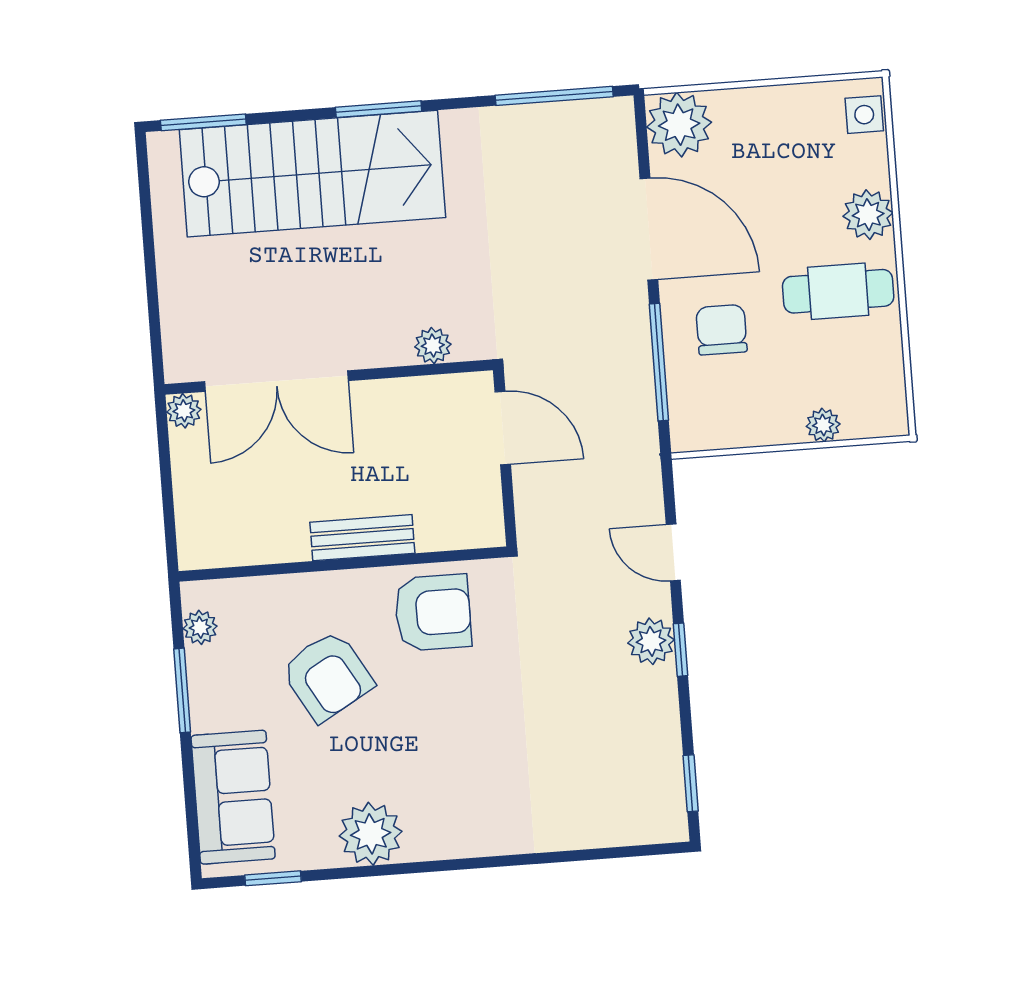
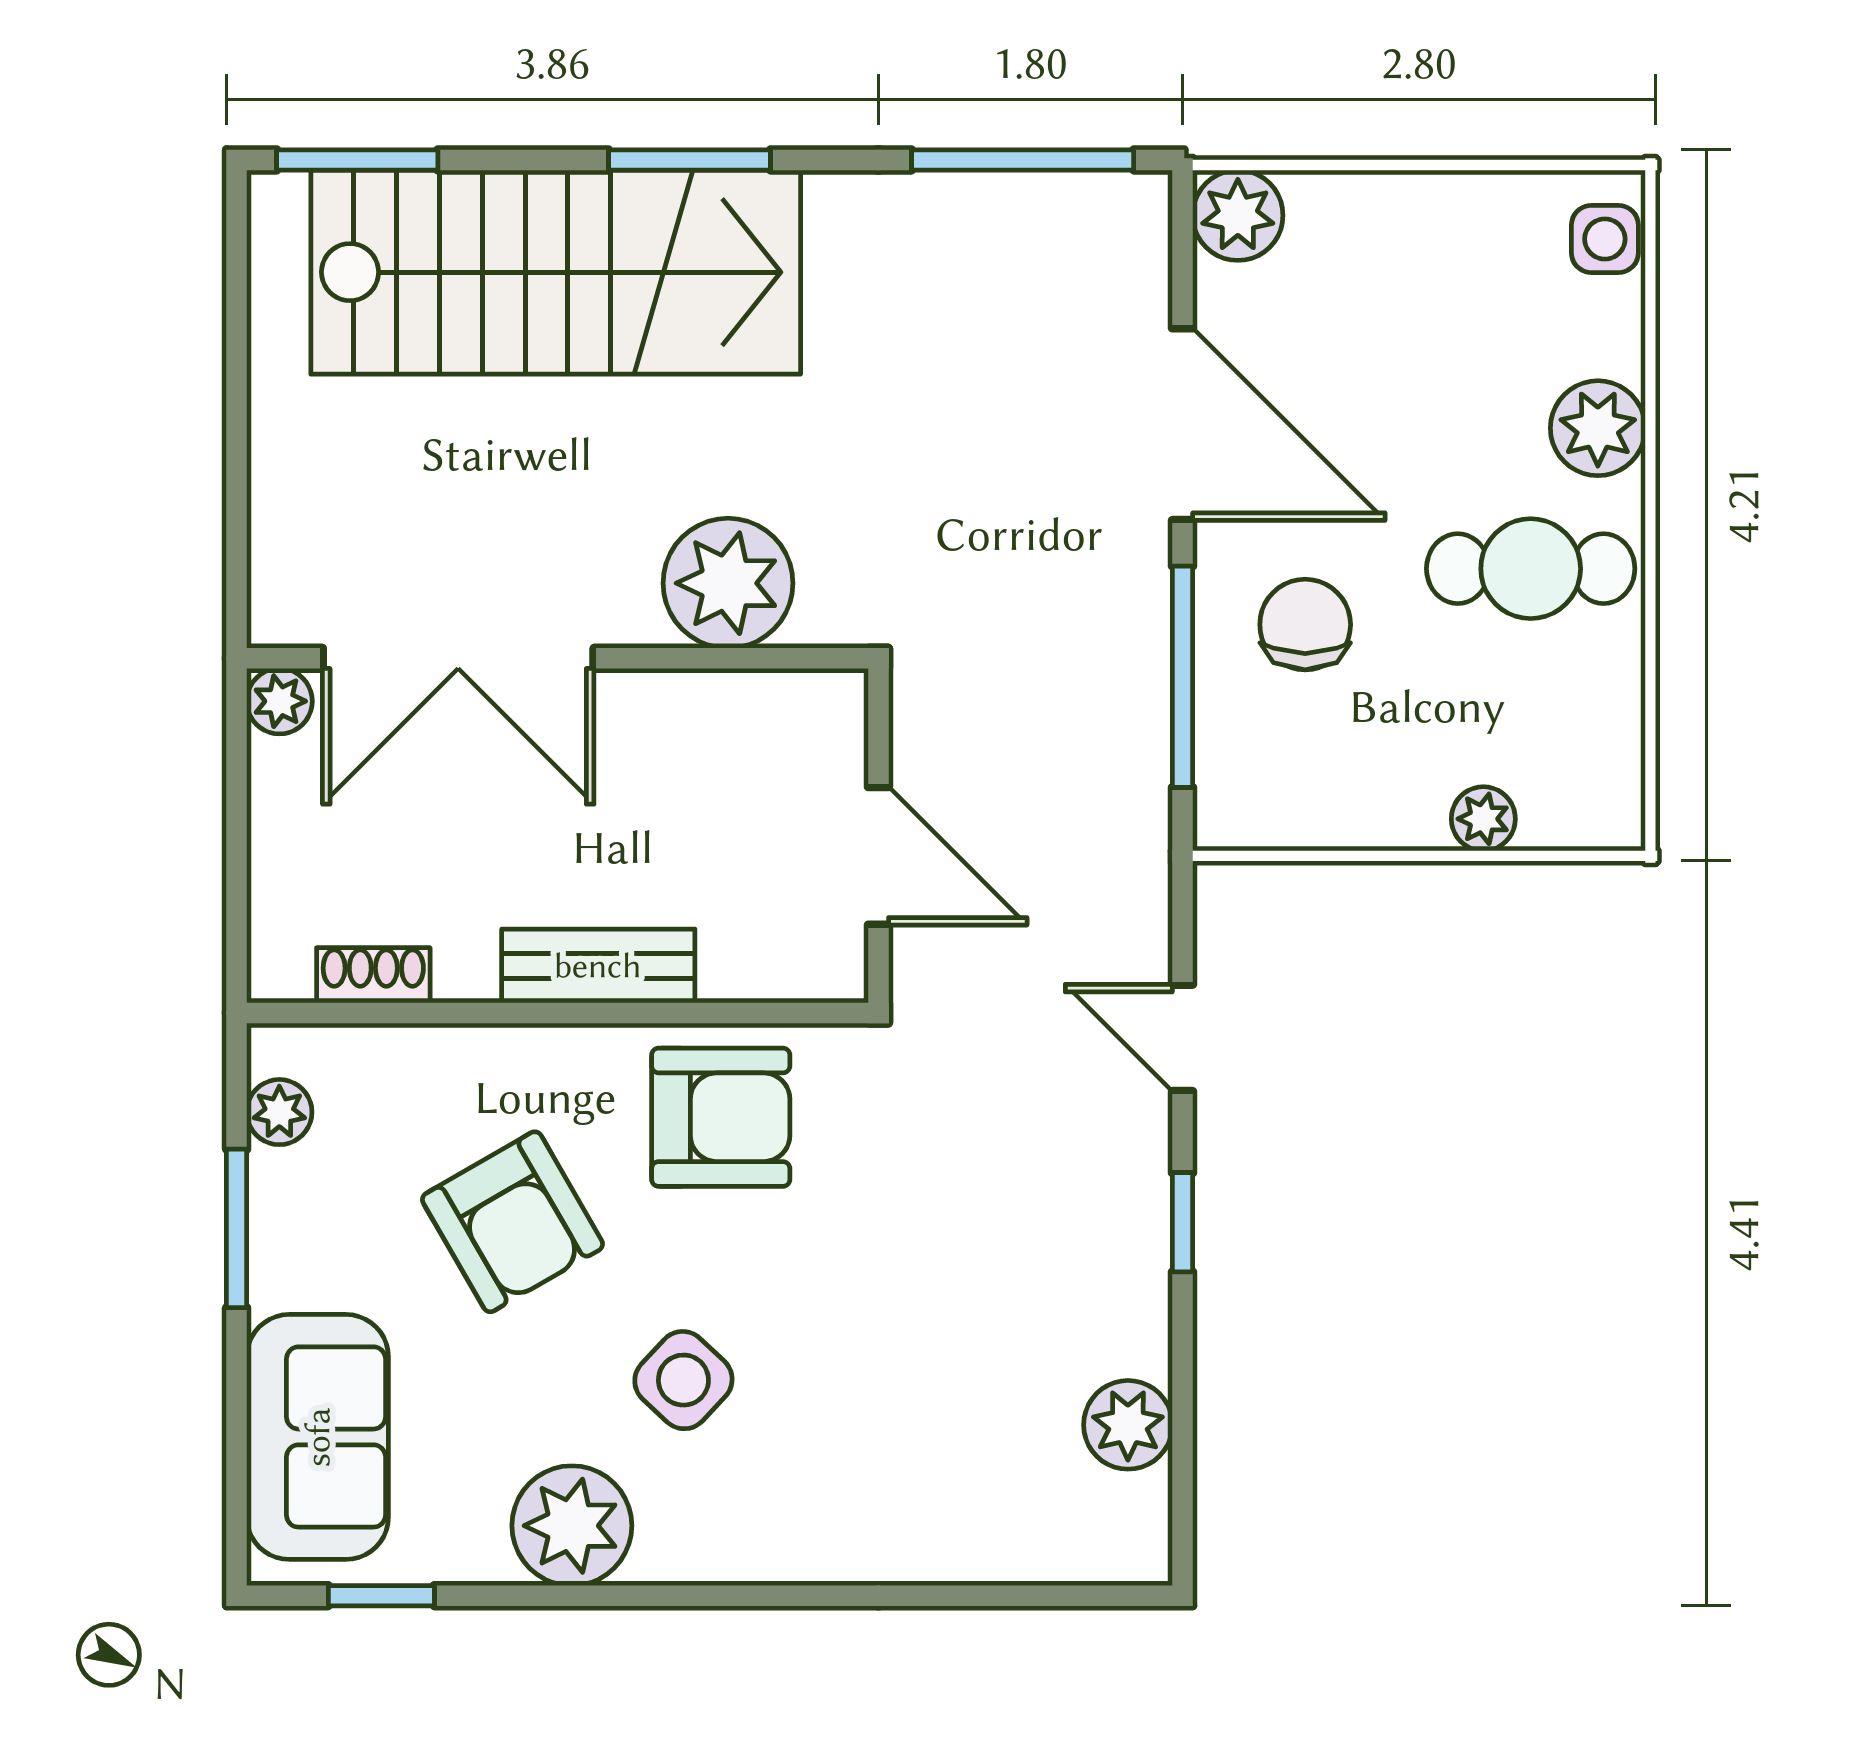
plant: (679, 125) -> (1238, 215), width x0.73, depth x0.73
plant: (433, 346) -> (728, 583), width x1.87, depth x1.87
door: (503, 428) -> (878, 856), moved
shoe rack: (244, 552) -> (373, 975), added
plant: (651, 641) -> (1128, 1425), moved
side table: (424, 753) -> (683, 1380), added
window: (691, 783) -> (1182, 1476), removed

